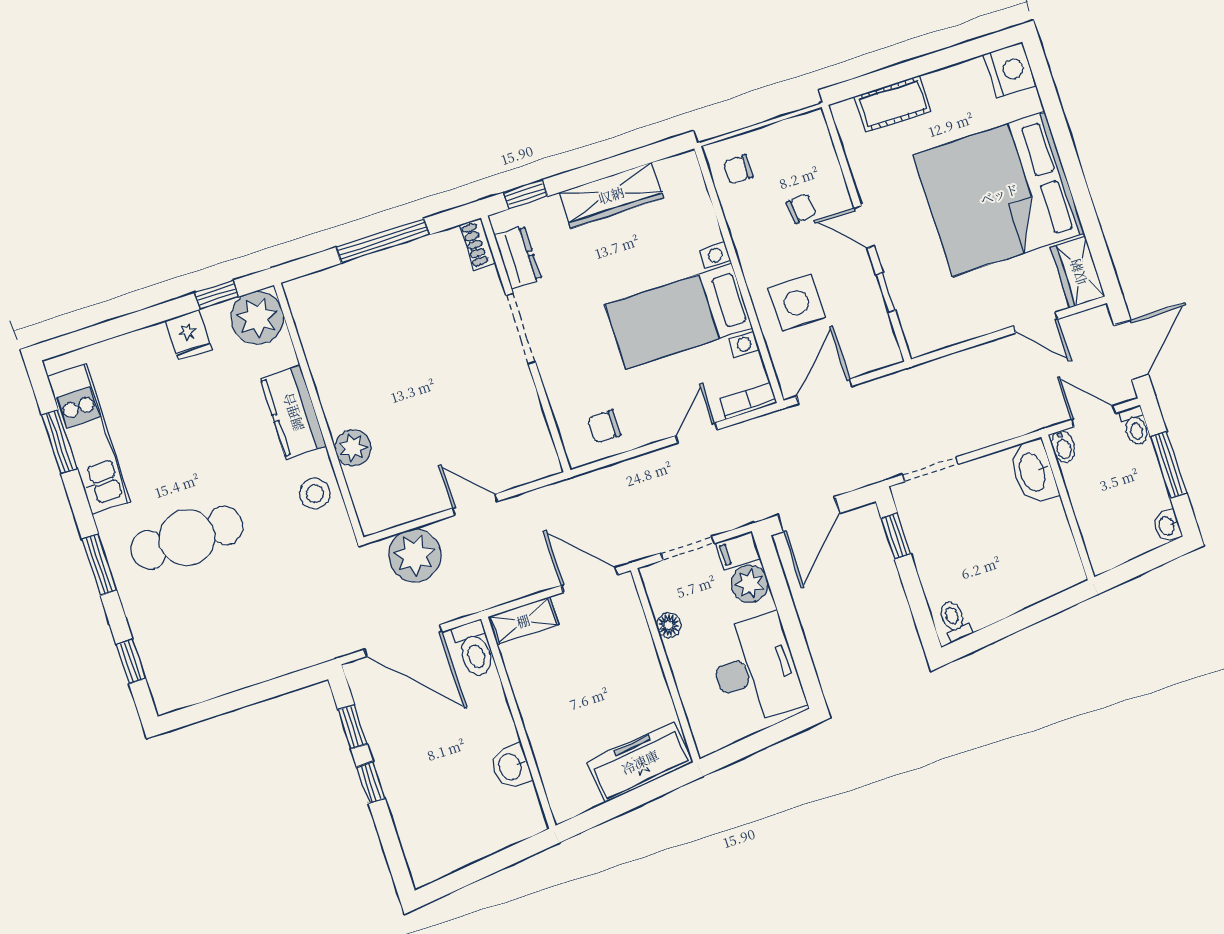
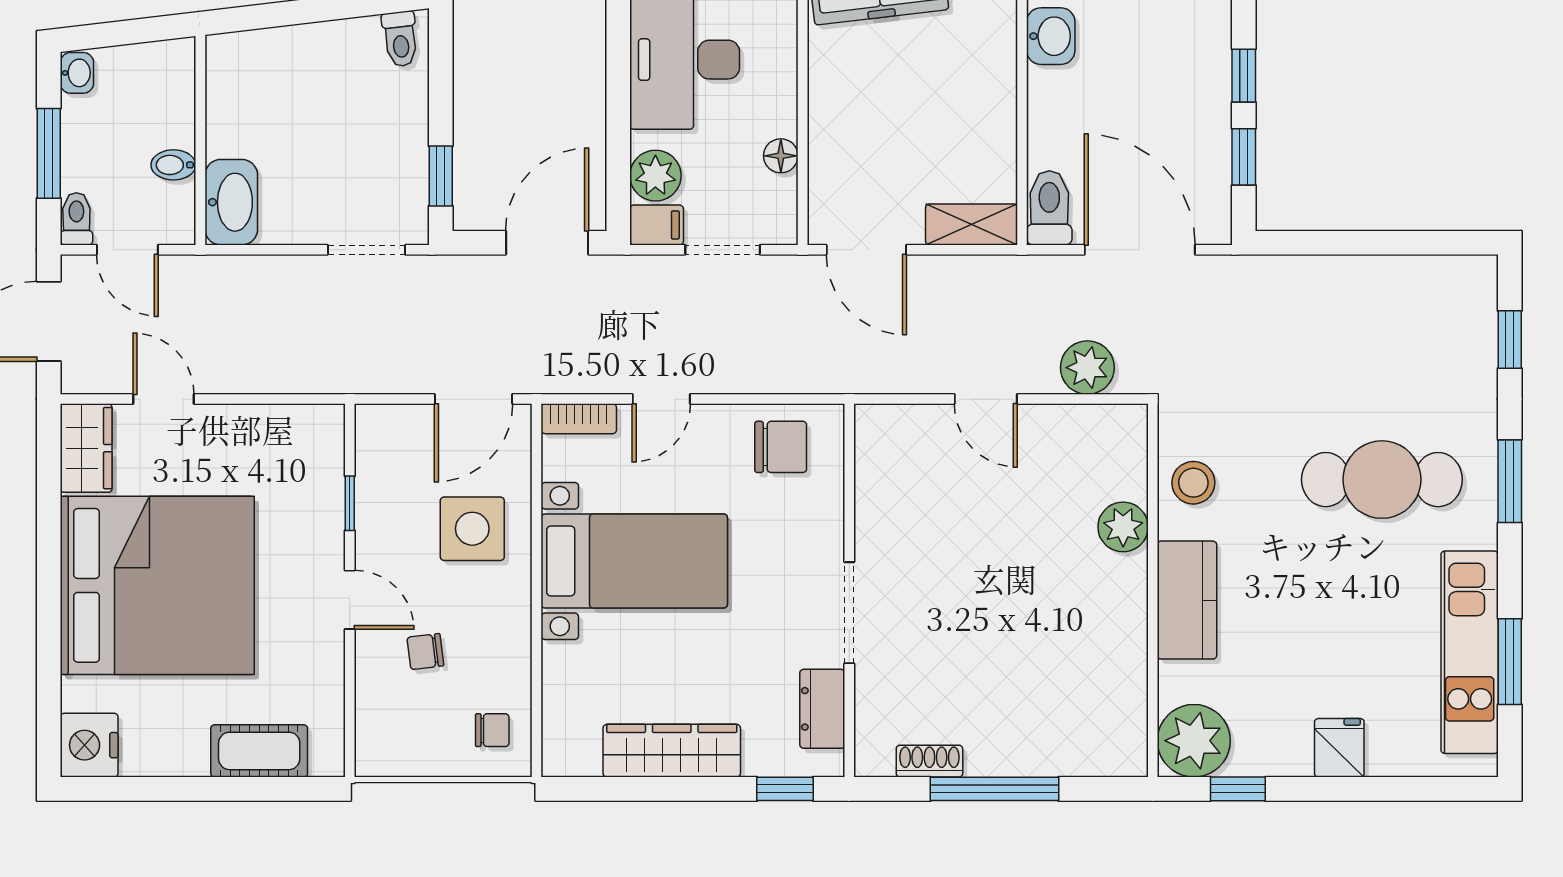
shoe rack: (477, 244) -> (929, 761), moved, turned -90
fridge: (189, 335) -> (1339, 748), moved
chair: (604, 427) -> (781, 447), width x1.37, depth x1.37
bidet: (1063, 447) -> (173, 165), moved, turned -90
plant: (415, 555) -> (1087, 368), width x0.73, depth x0.73

